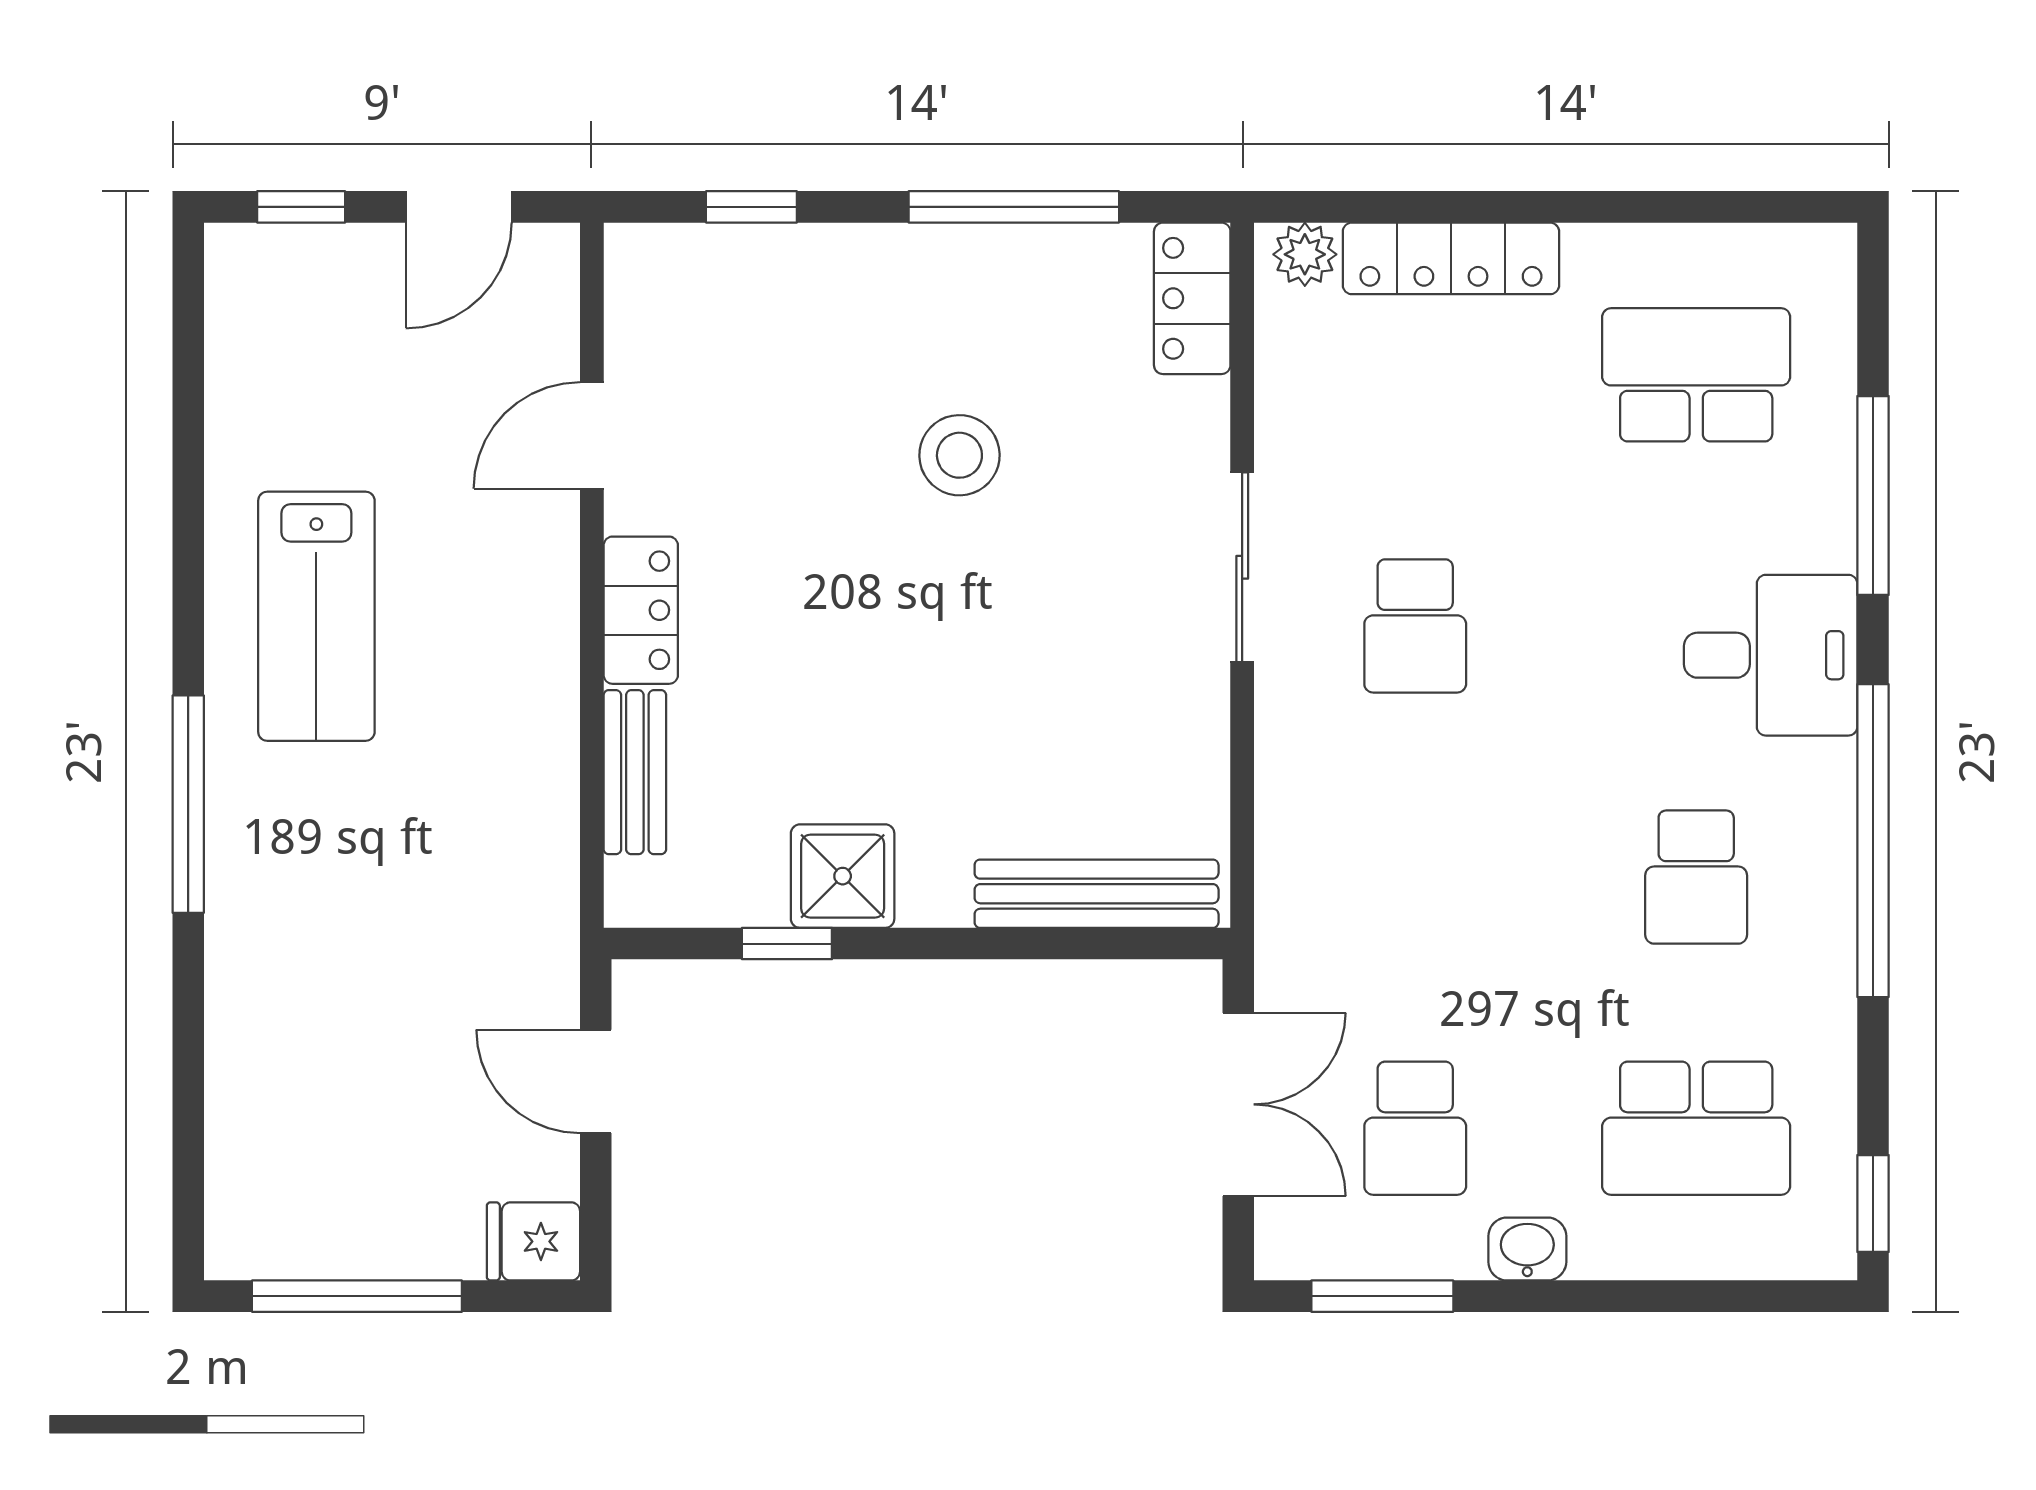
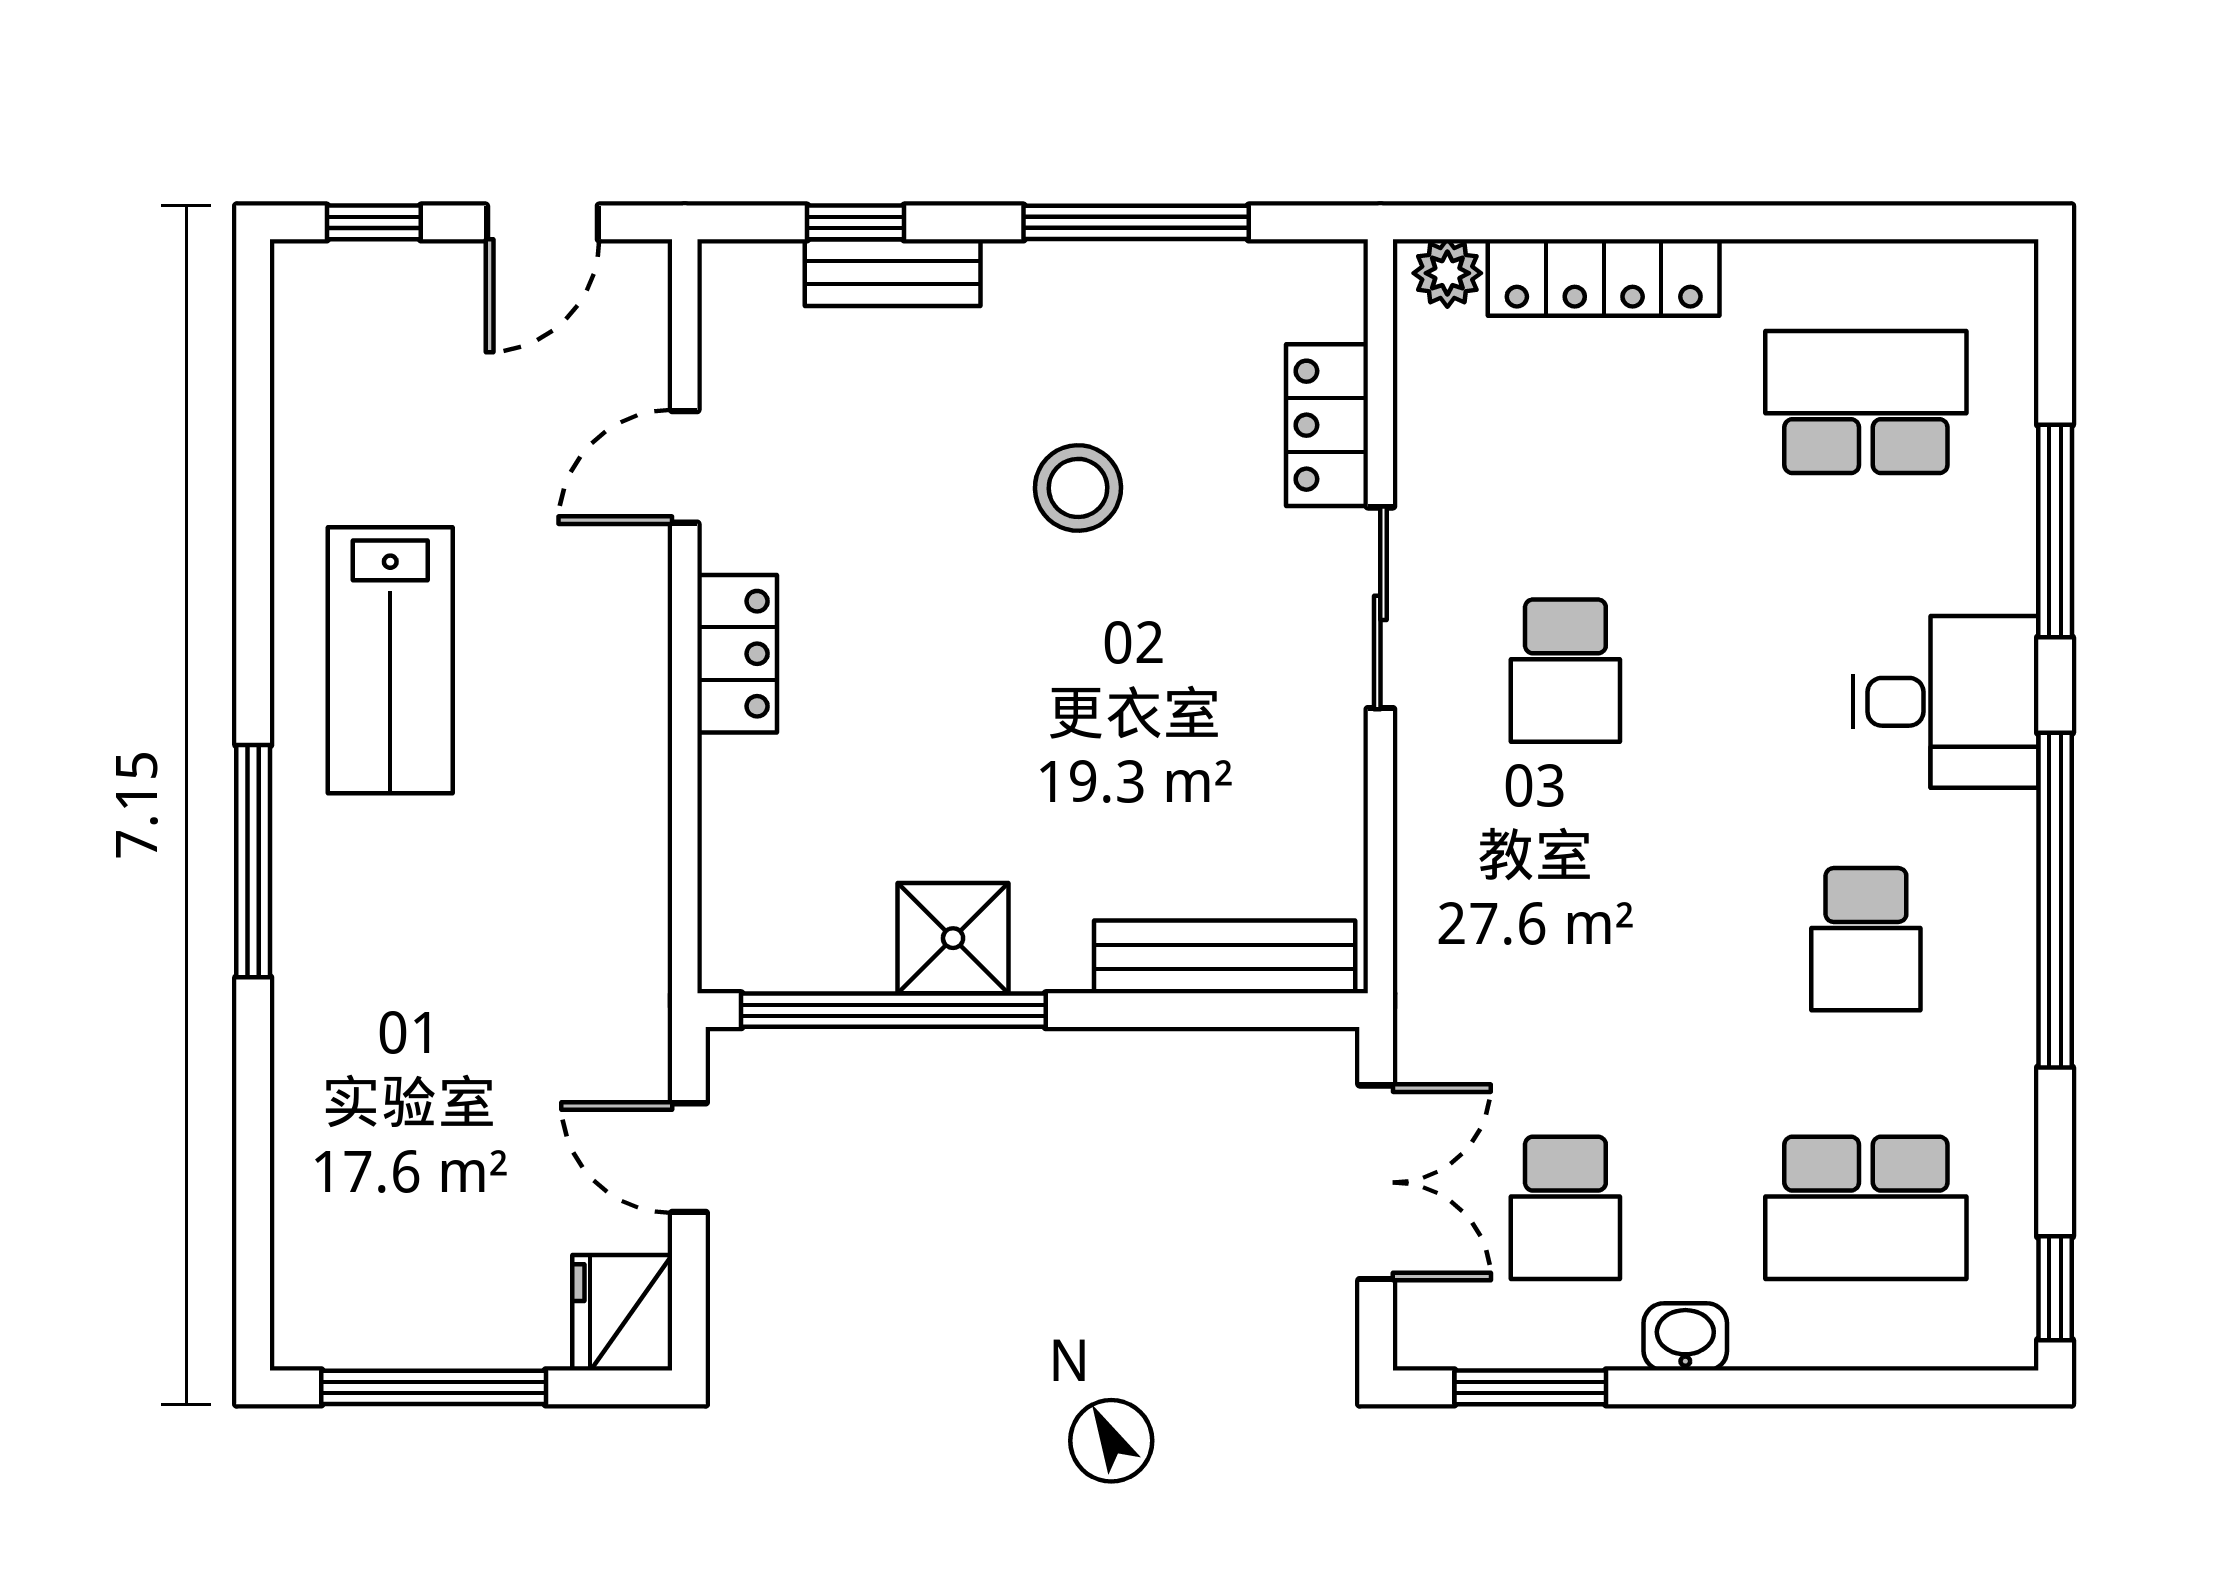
locker: (1192, 298) -> (1327, 425), moved
bench: (635, 772) -> (893, 273), moved, turned 90
window: (787, 944) -> (893, 1010), width x3.17
fridge: (533, 1241) -> (622, 1313), width x1.38

